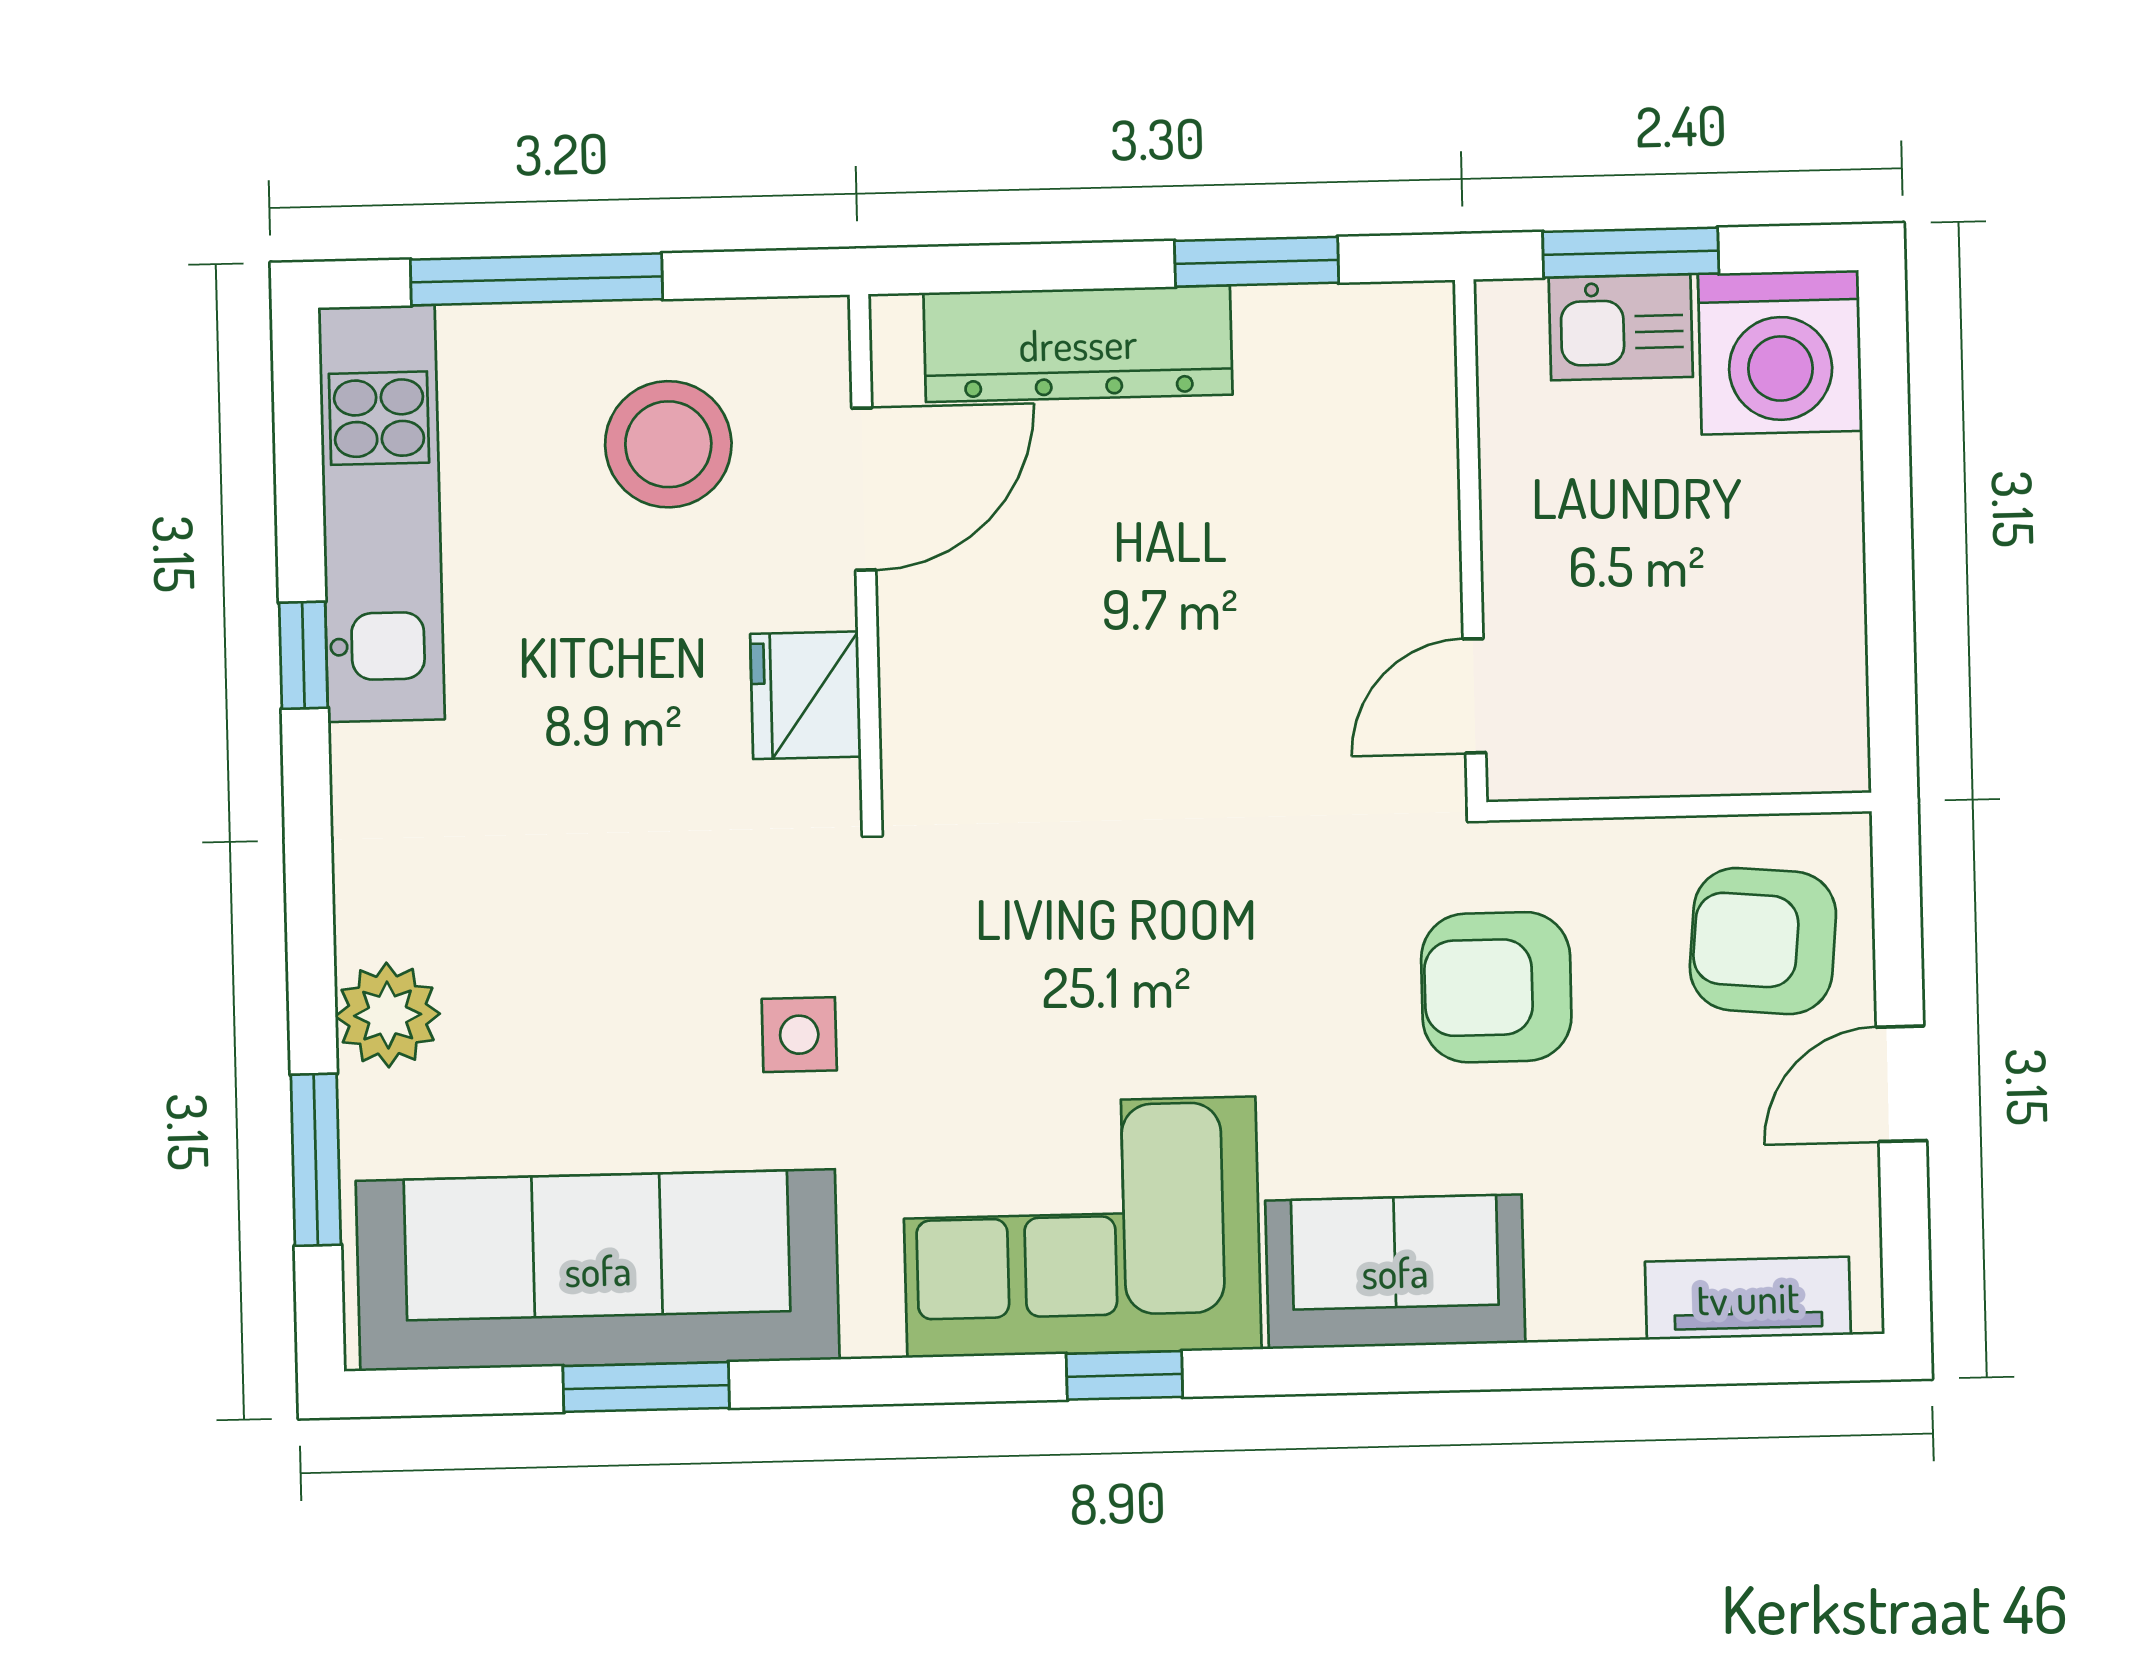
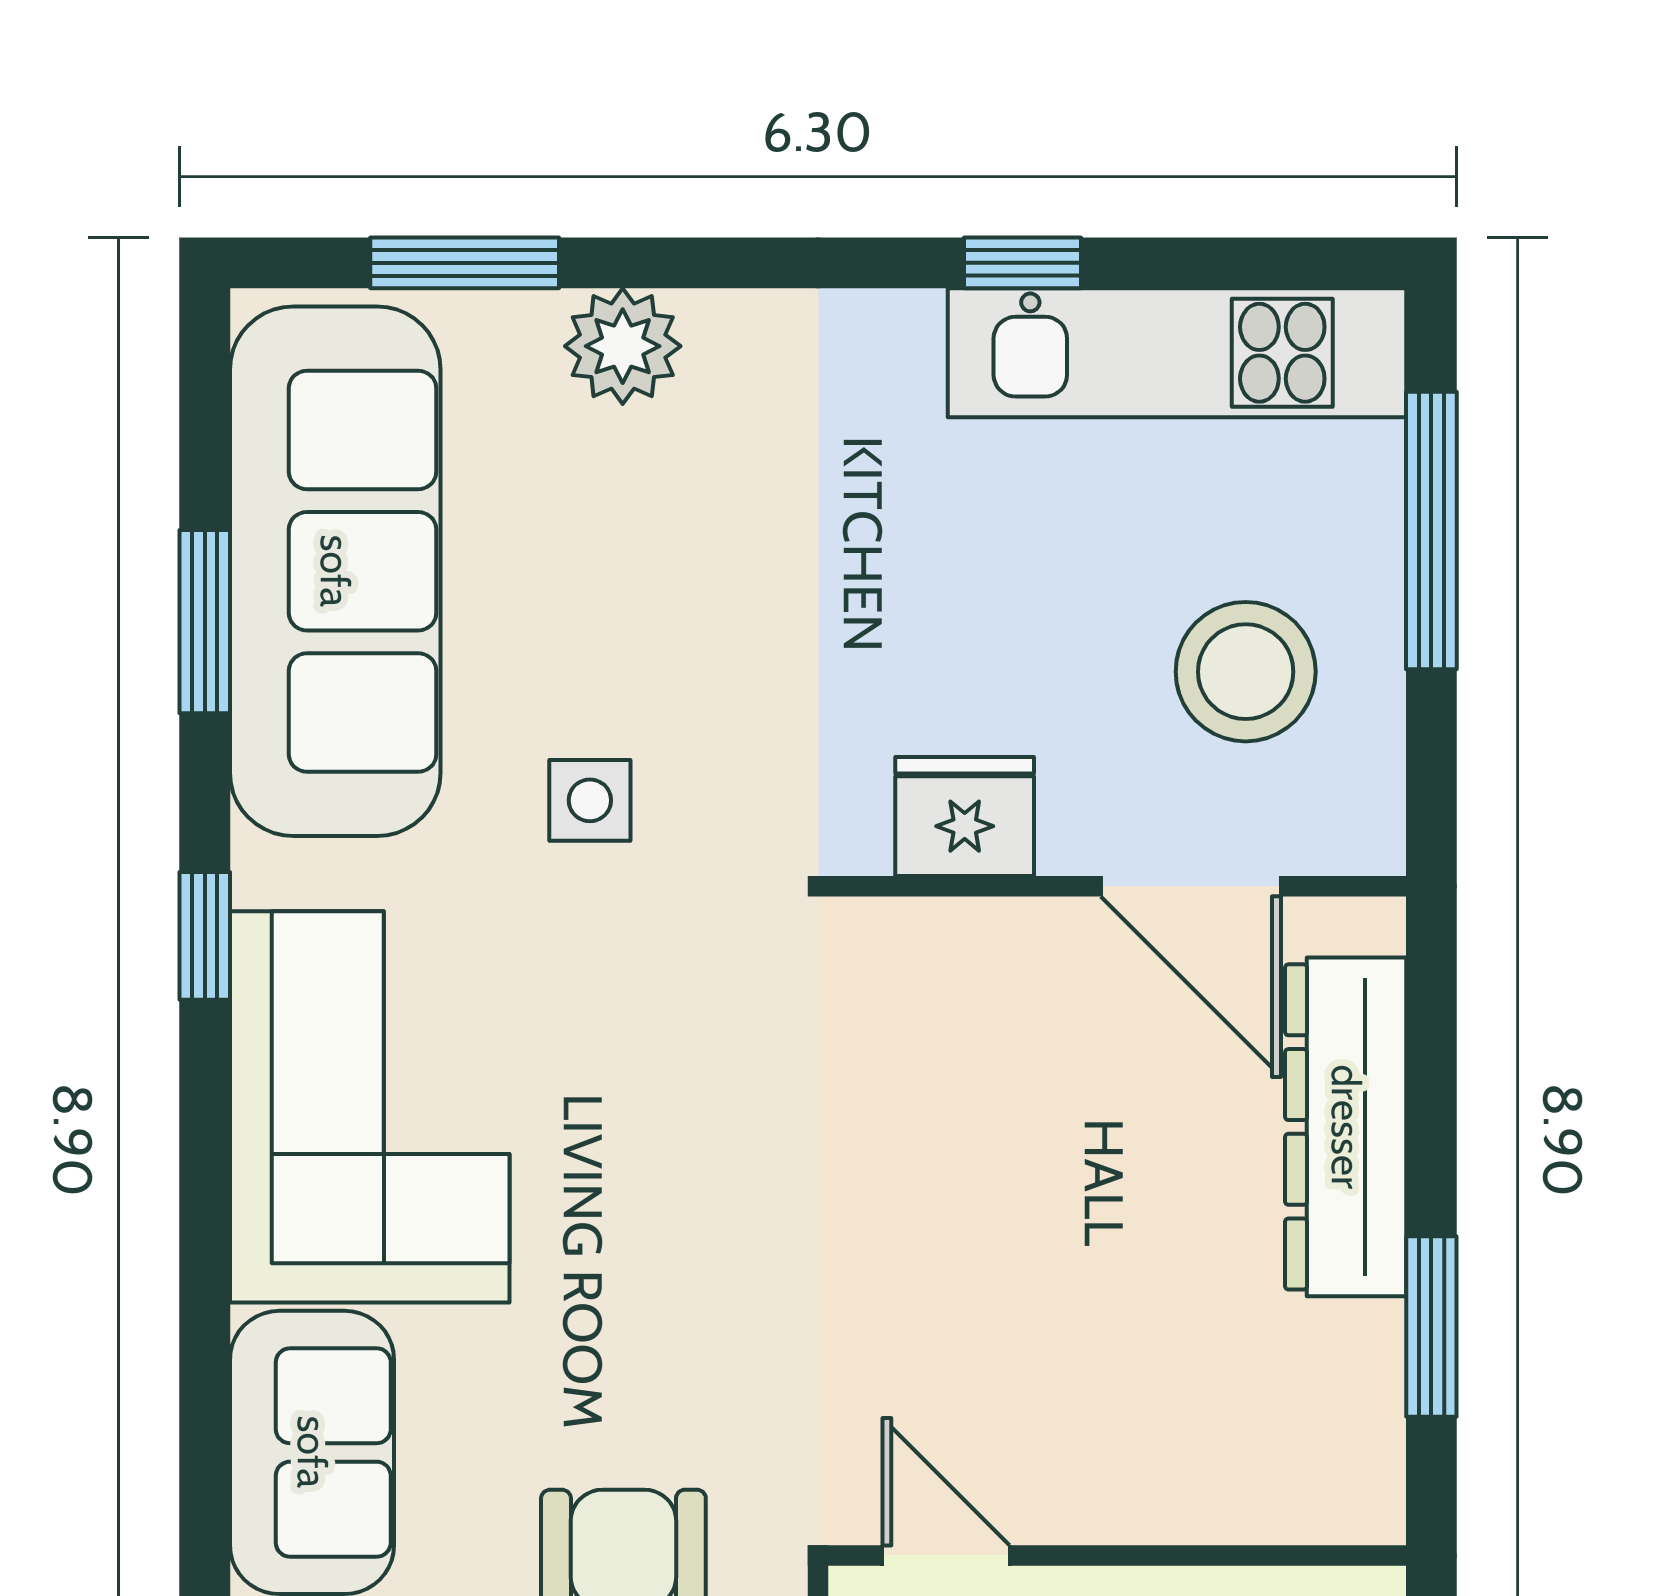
window: (1124, 1375) -> (205, 936), moved

